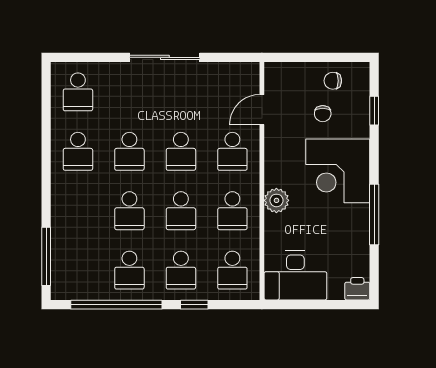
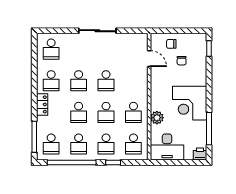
chair: (333, 81) -> (171, 44), moved
door: (262, 110) -> (149, 59), swing flipped
window: (374, 111) -> (209, 48), moved
school desk: (232, 151) -> (51, 144), moved
corner desk: (338, 171) -> (190, 103), moved
locker: (61, 196) -> (42, 104), added
plant: (276, 200) -> (157, 118), moved
window: (374, 214) -> (209, 129), moved

